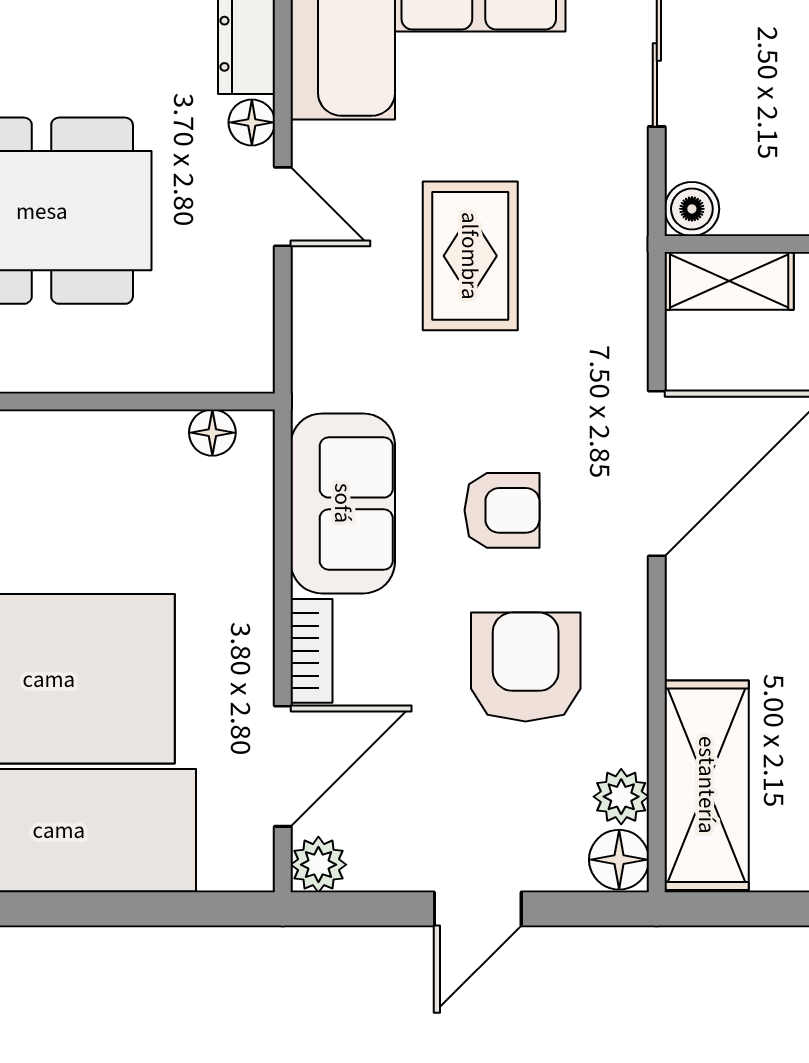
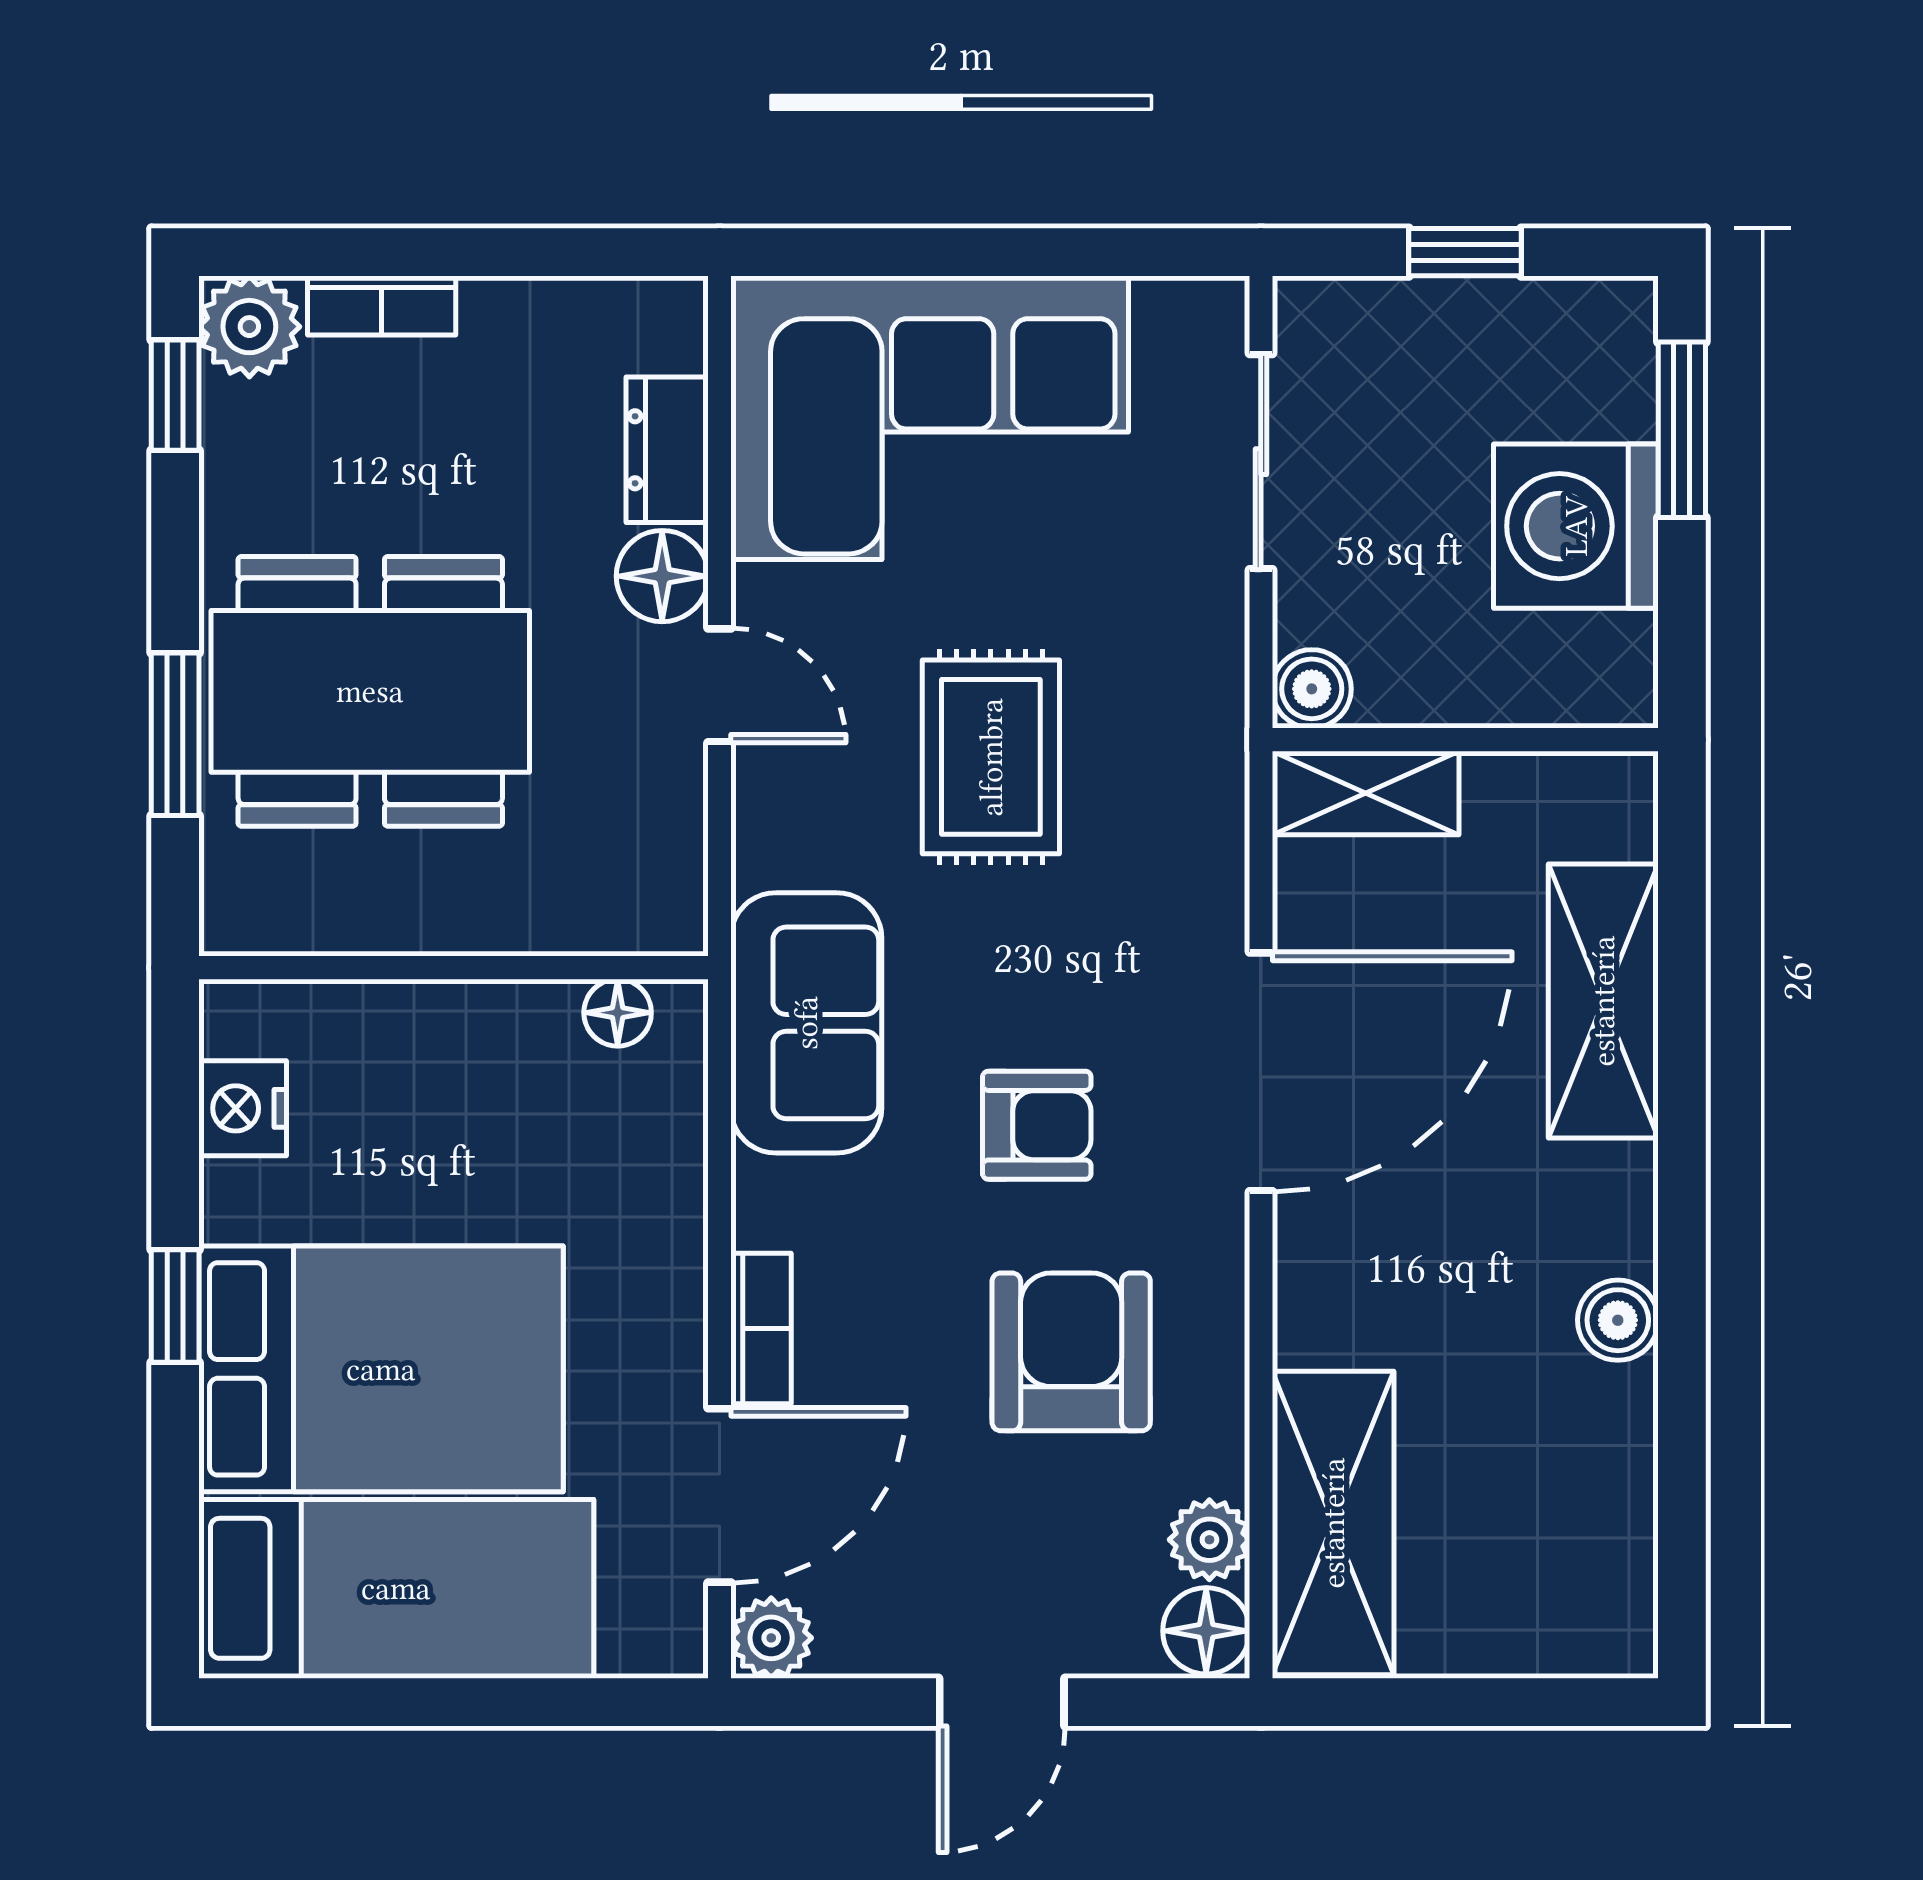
floor lamp: (252, 122) -> (662, 576), width x1.37, depth x1.37
sofa: (343, 503) -> (806, 1023), moved

